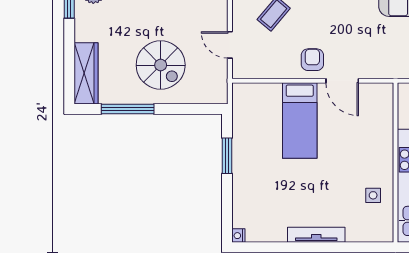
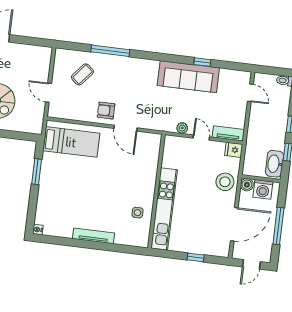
armchair: (312, 60) -> (106, 110), turned -90
bed: (300, 121) -> (71, 142), moved, turned -90

